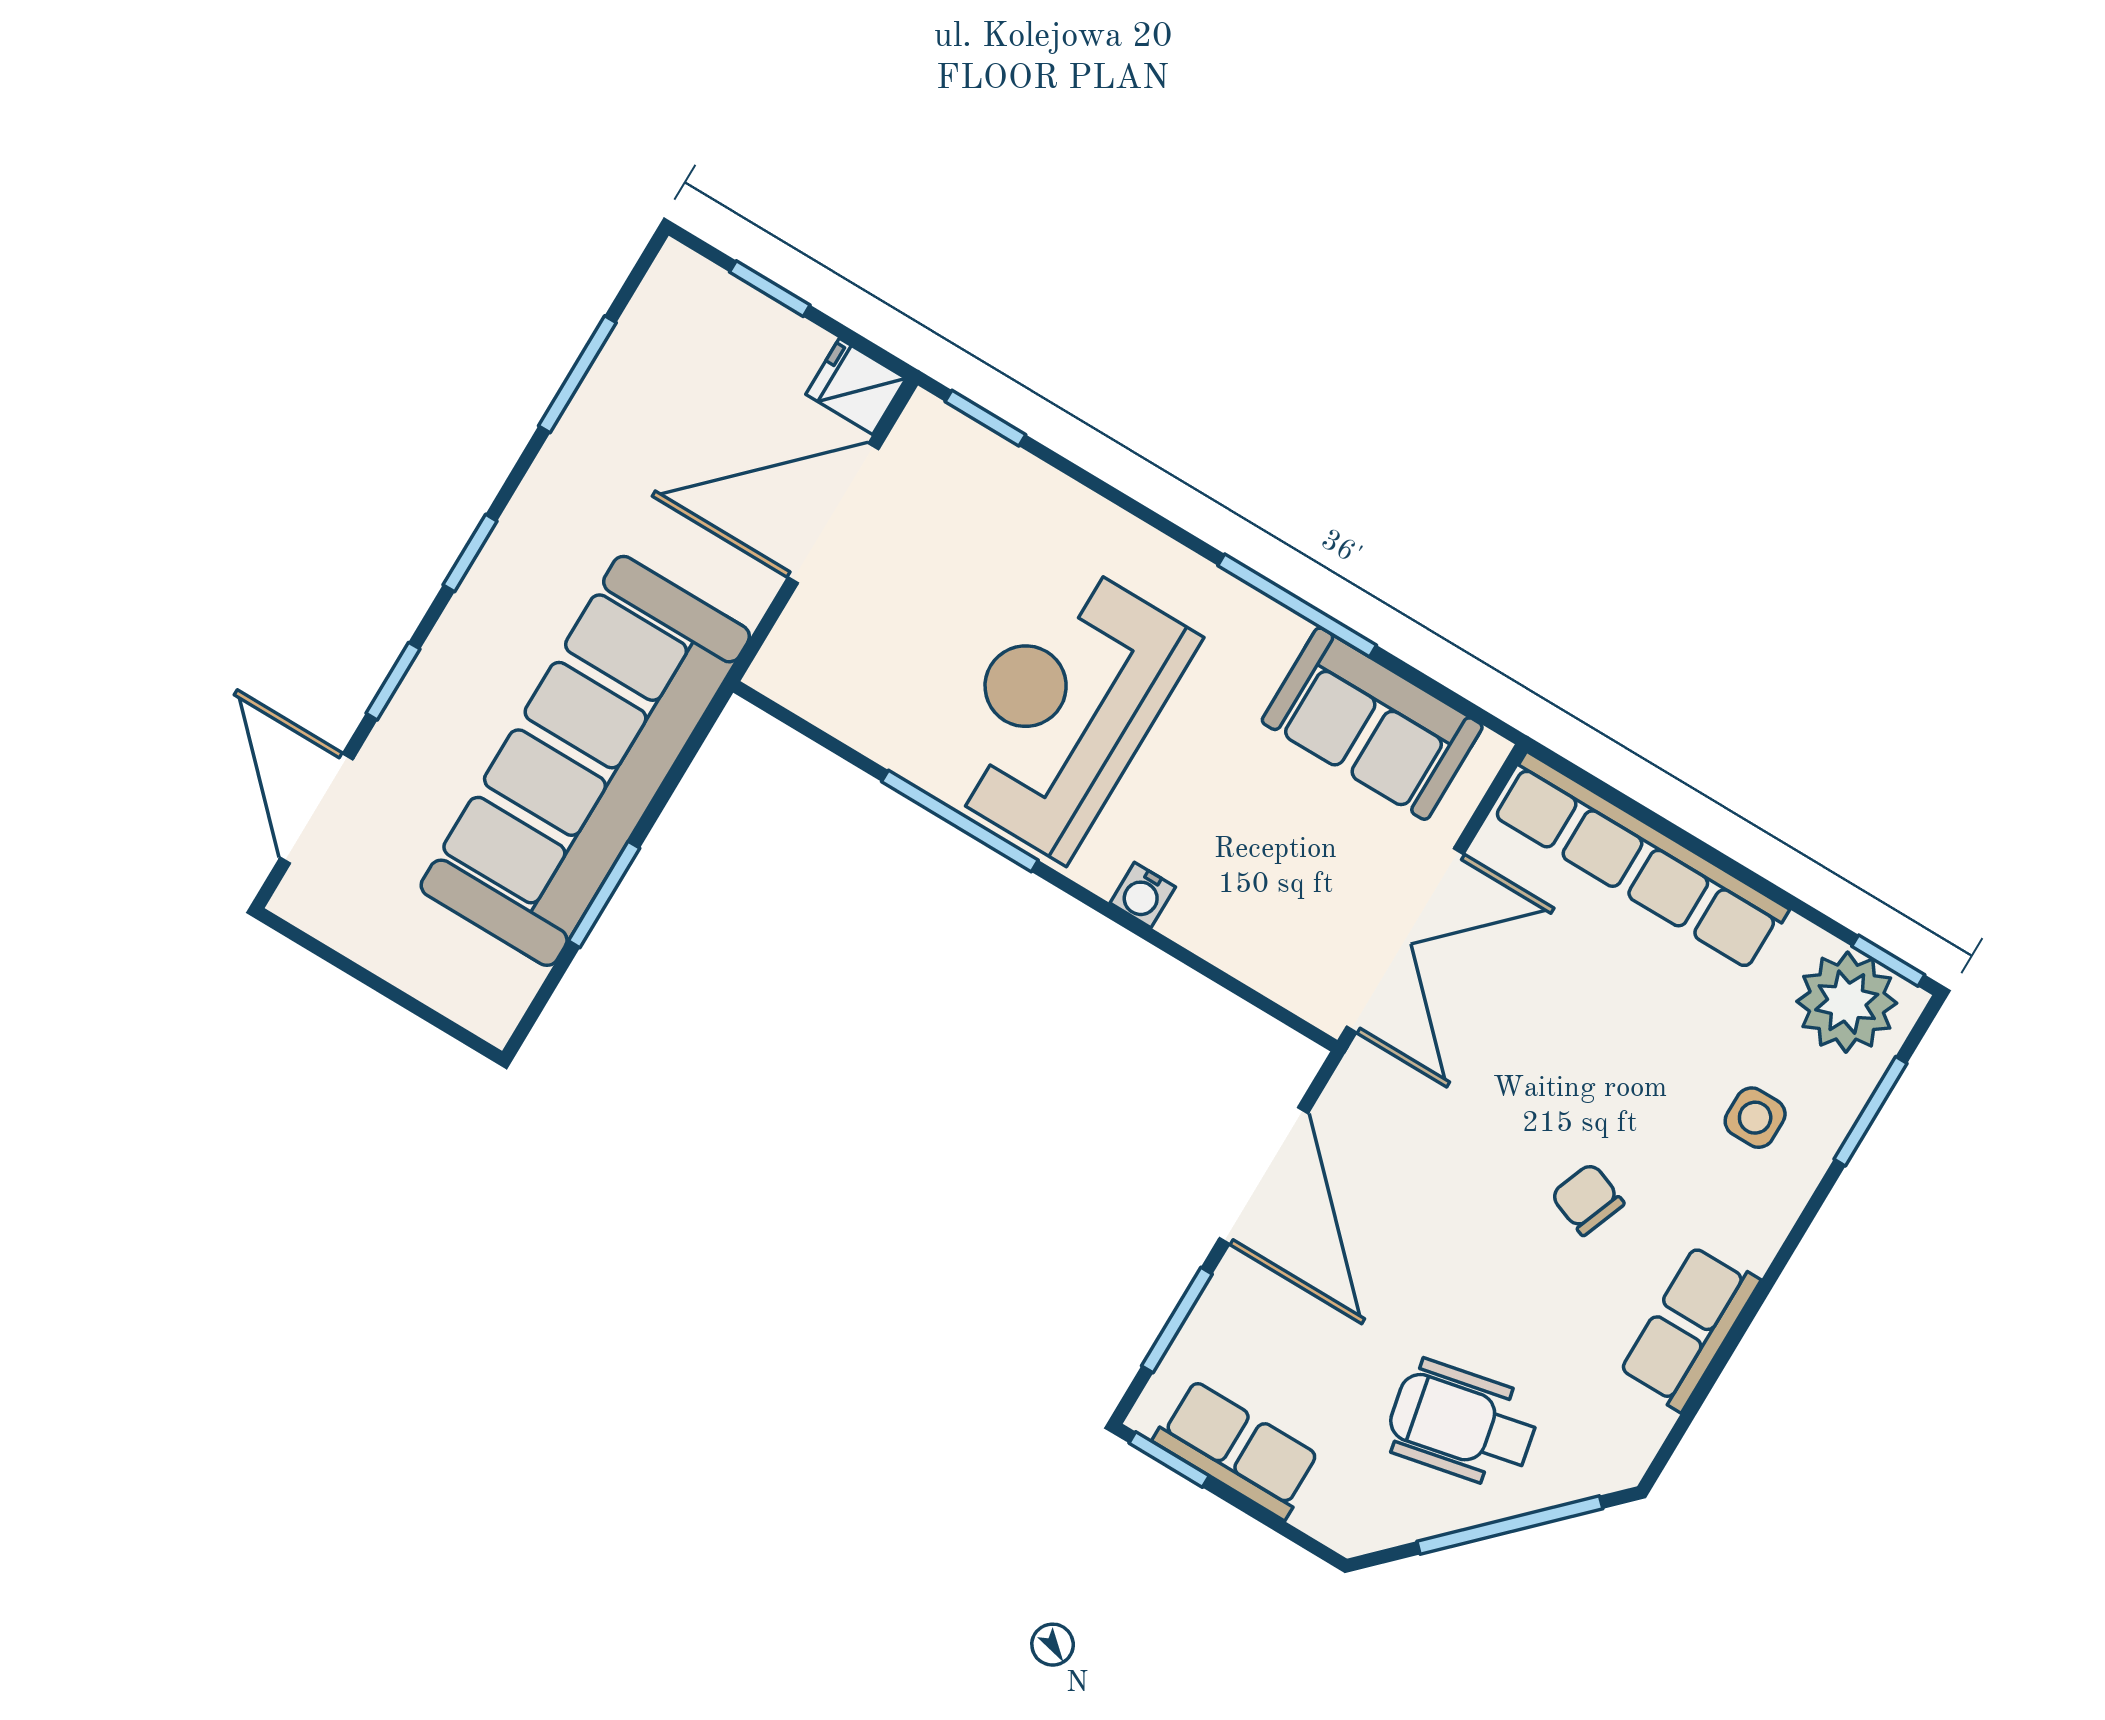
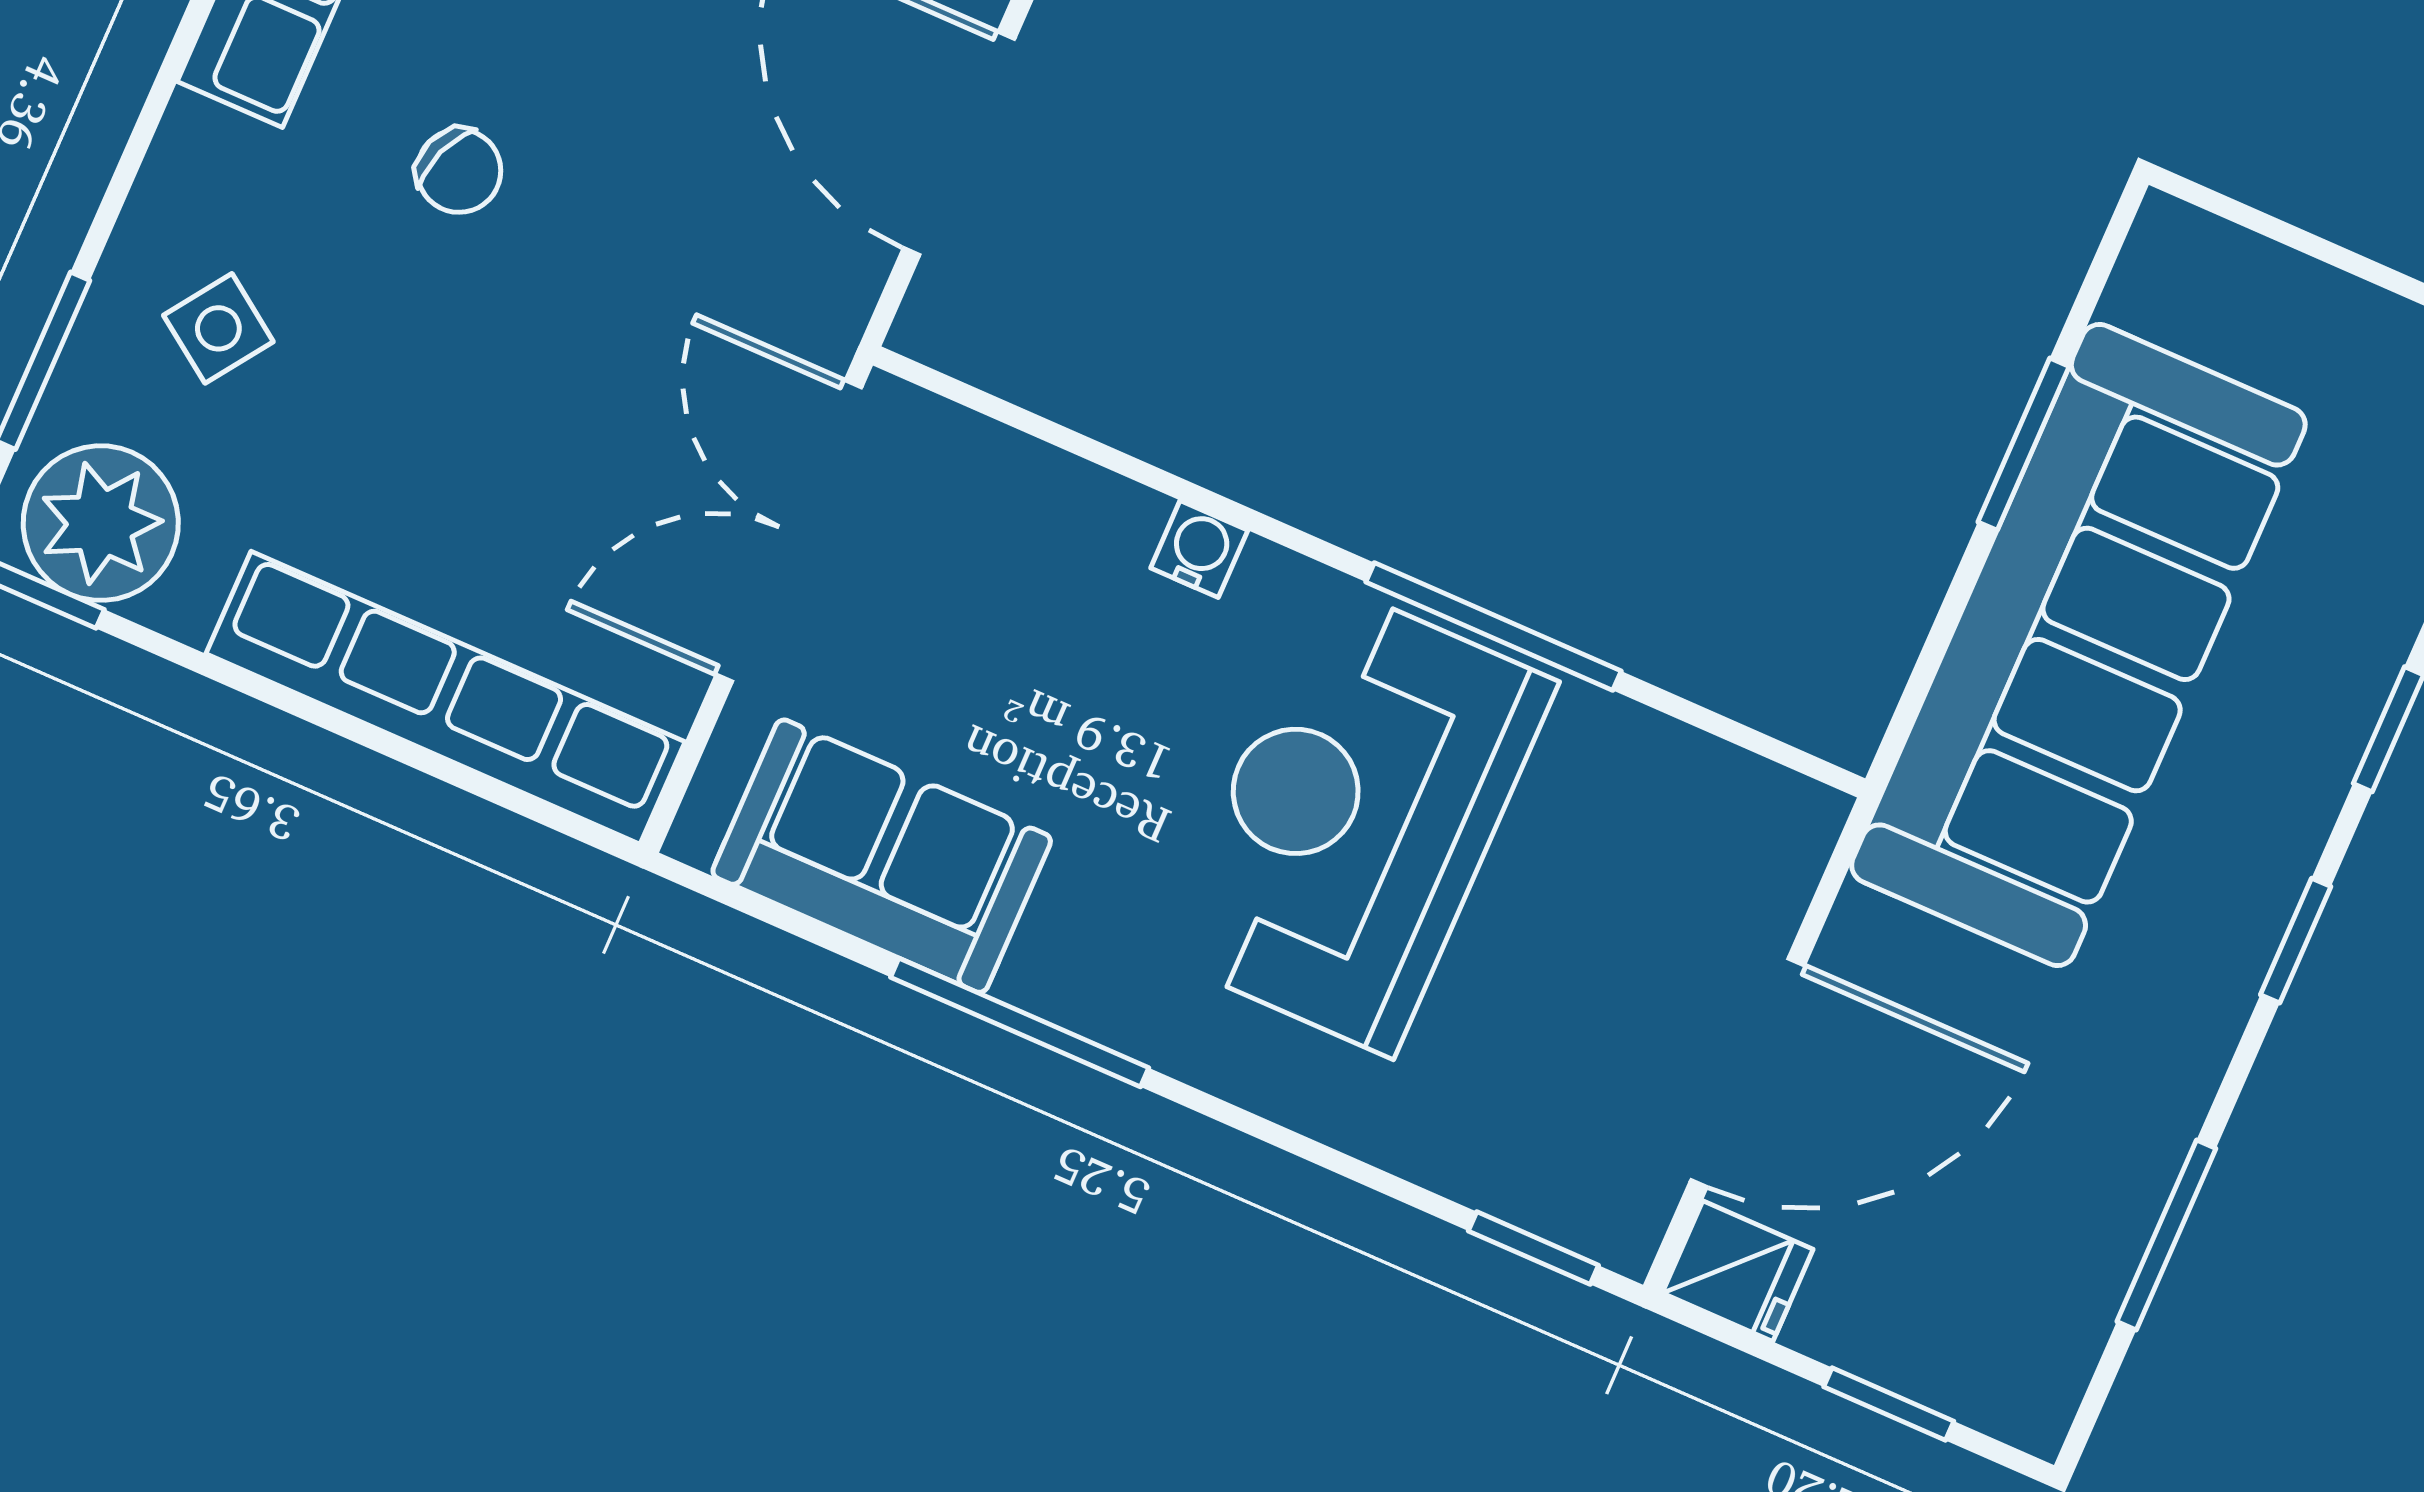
reception desk: (1063, 709) -> (1358, 819), turned 180
side table: (1755, 1118) -> (218, 328), turned 35

